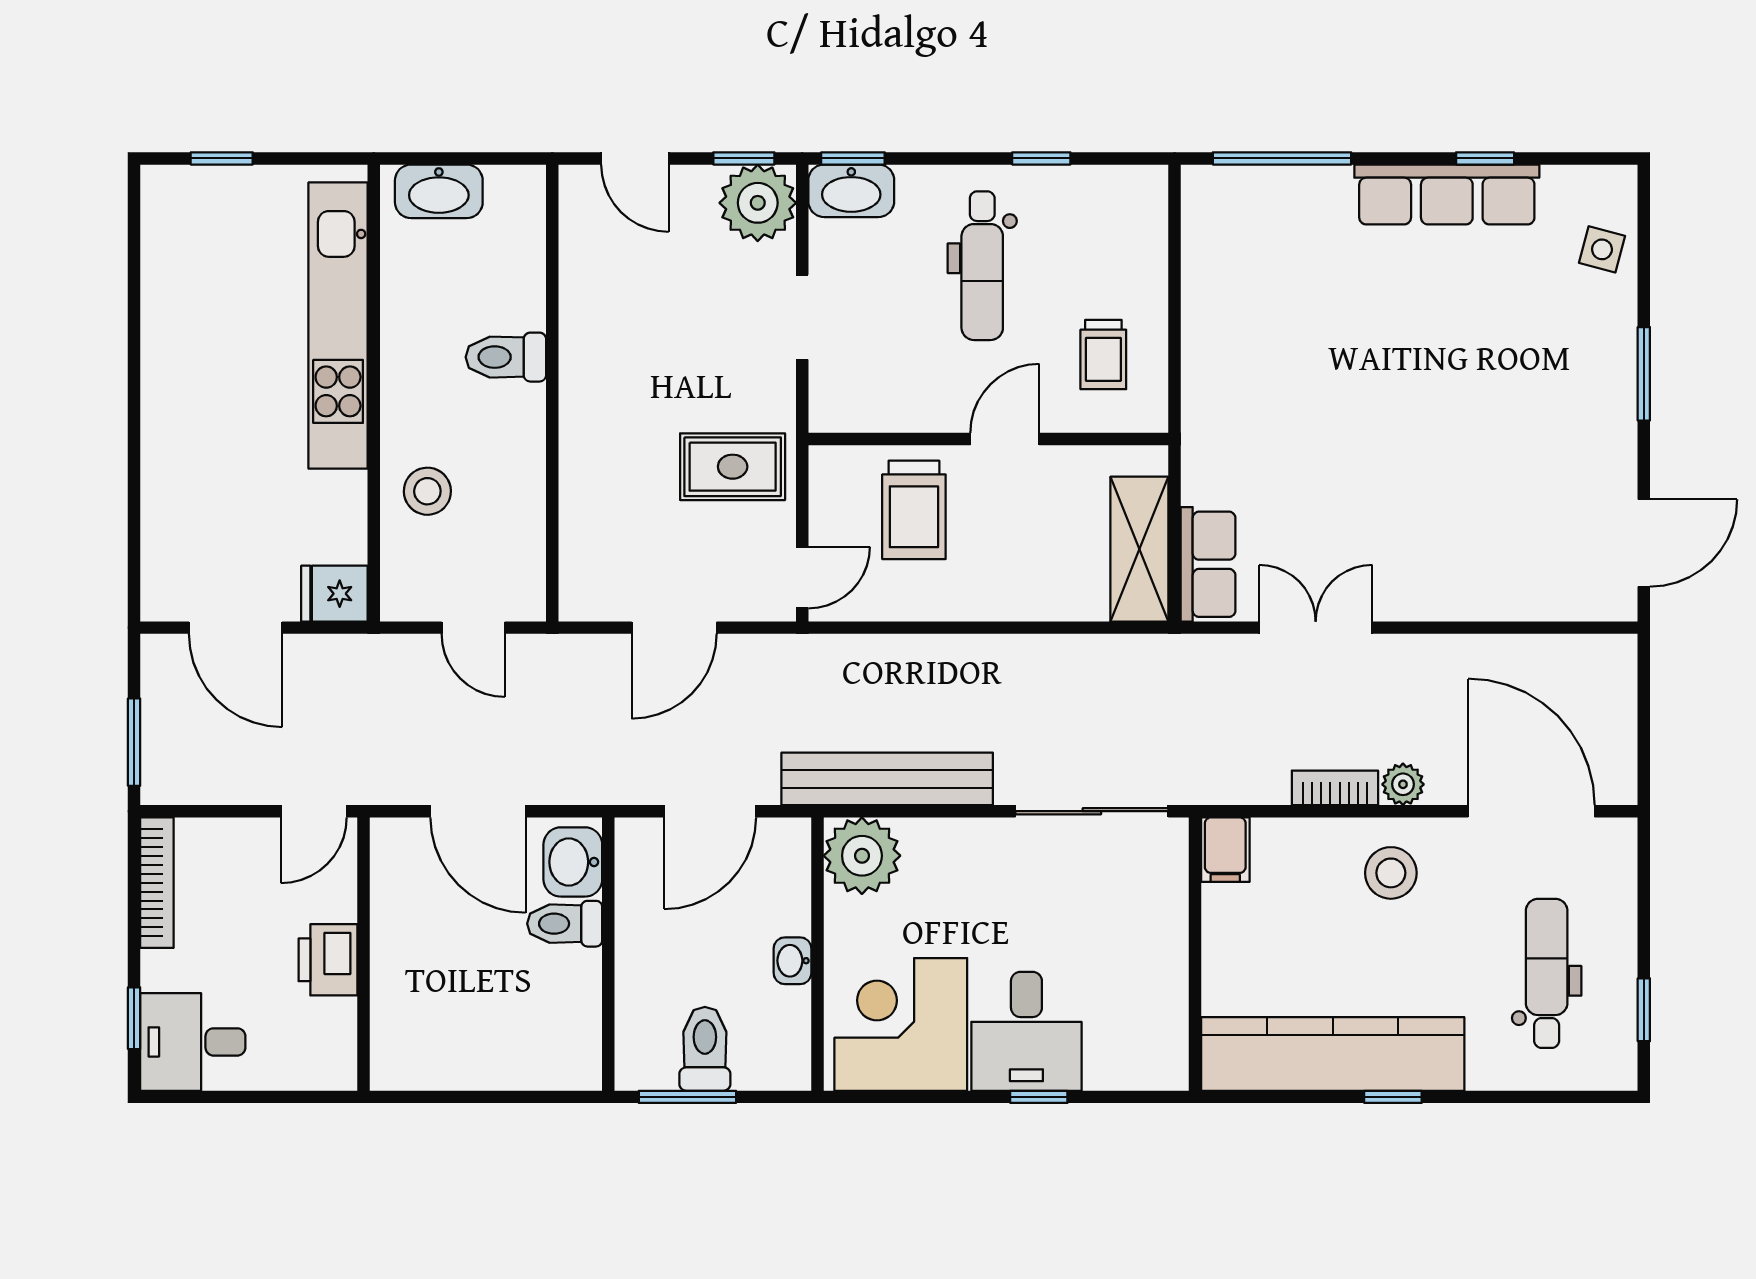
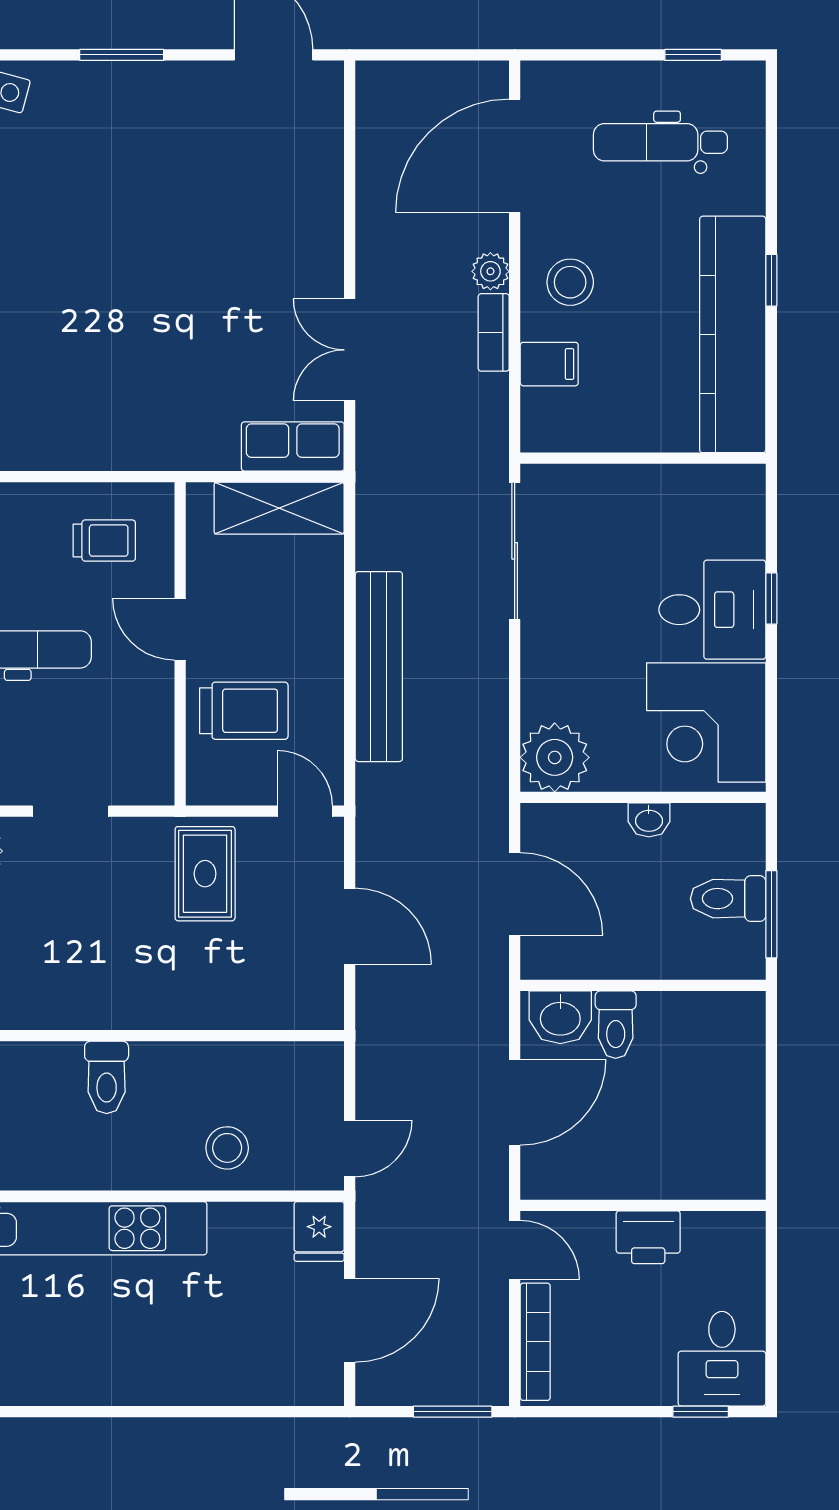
door: (473, 628) -> (350, 1148), moved
bench: (887, 779) -> (379, 667), moved
filing cabinet: (1225, 850) -> (549, 364), moved
bookcase: (157, 883) -> (535, 1342), moved, turned 90

